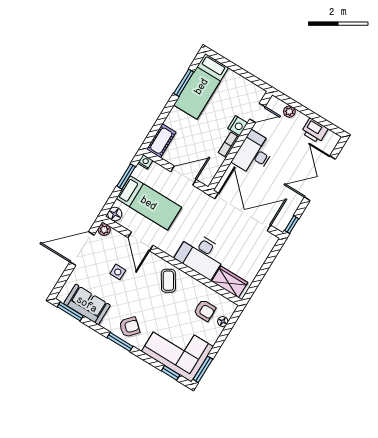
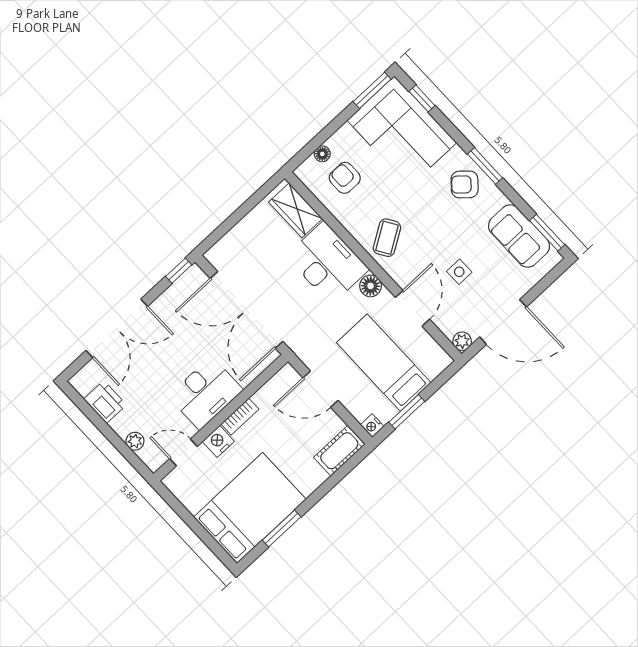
bed: (201, 86) -> (250, 508), width x1.50
floor lamp: (115, 214) -> (371, 286), moved

